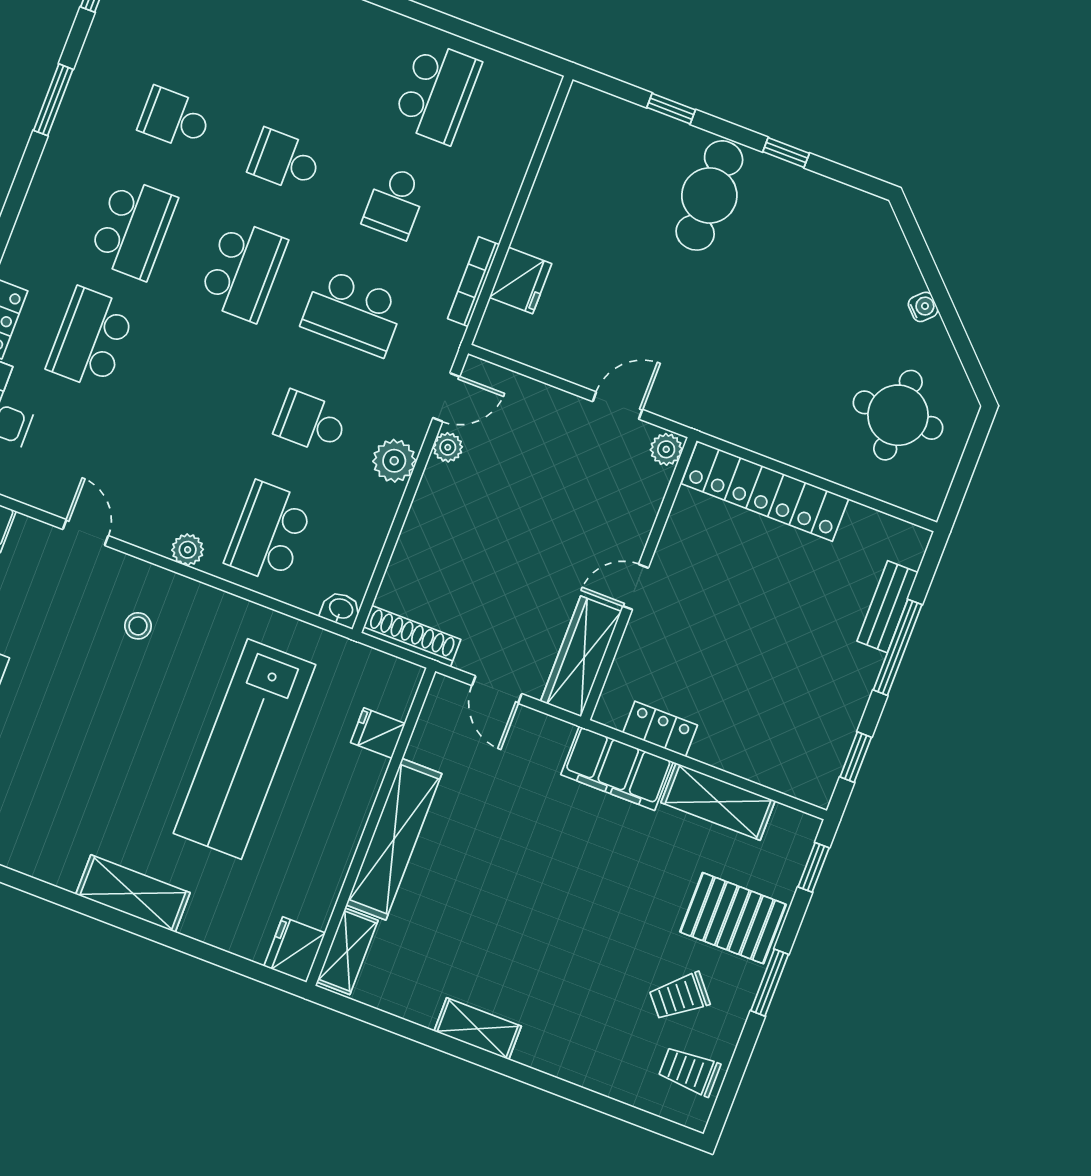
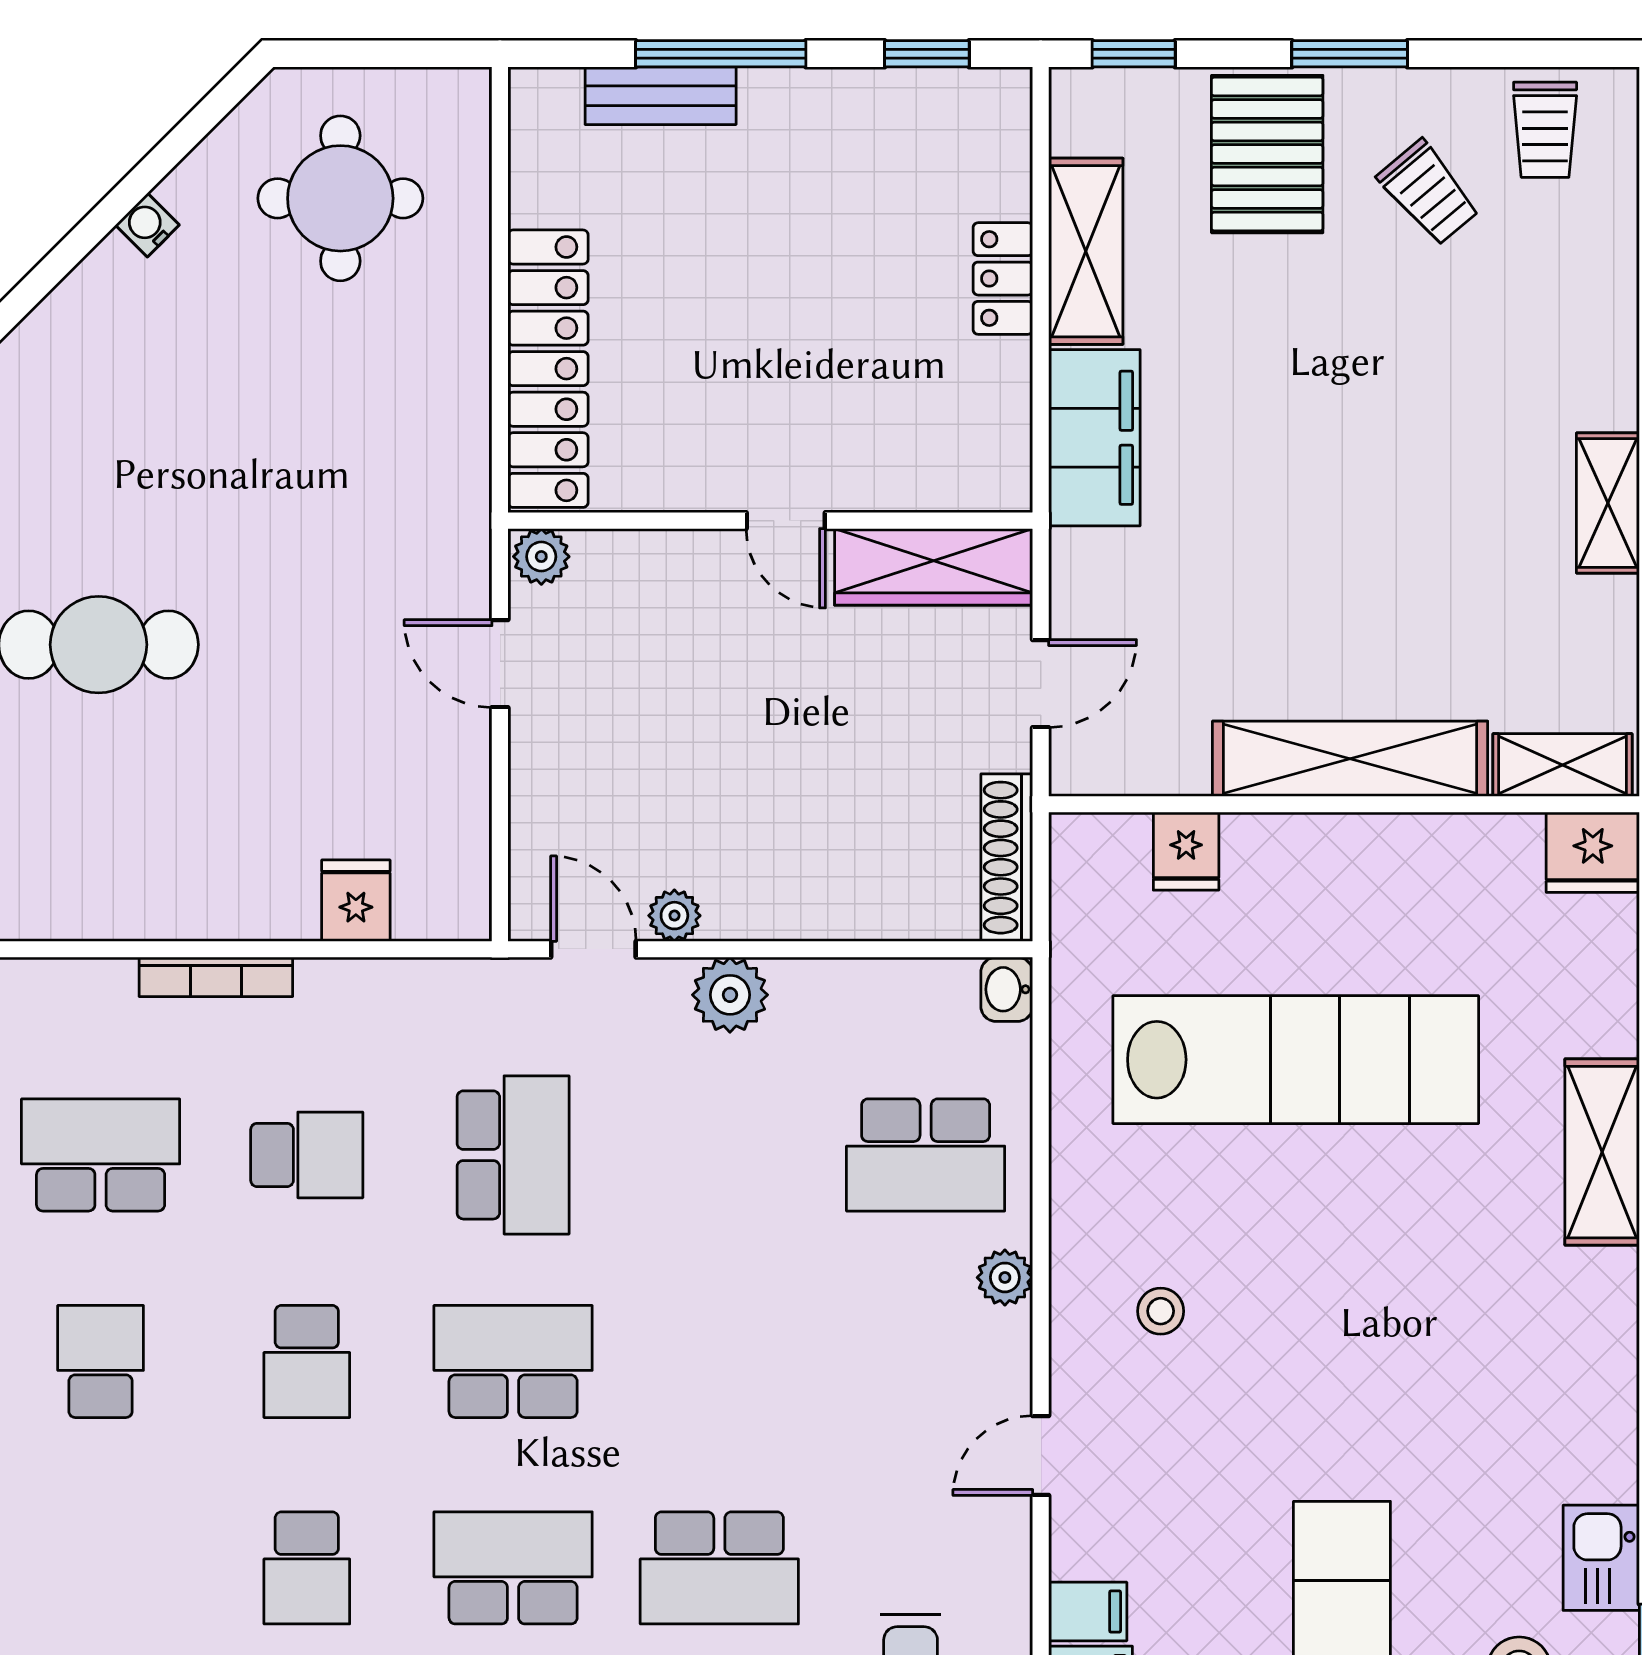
fridge: (521, 281) -> (356, 901), width x0.72
bookcase: (474, 282) -> (216, 977), moved
school desk: (311, 422) -> (101, 1361), moved, turned 180
locker: (660, 729) -> (1003, 279), moved

